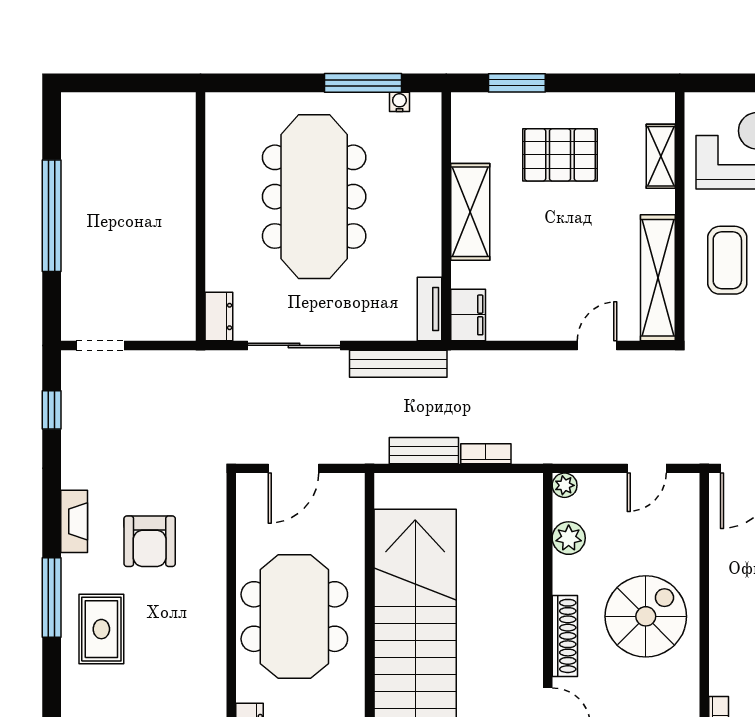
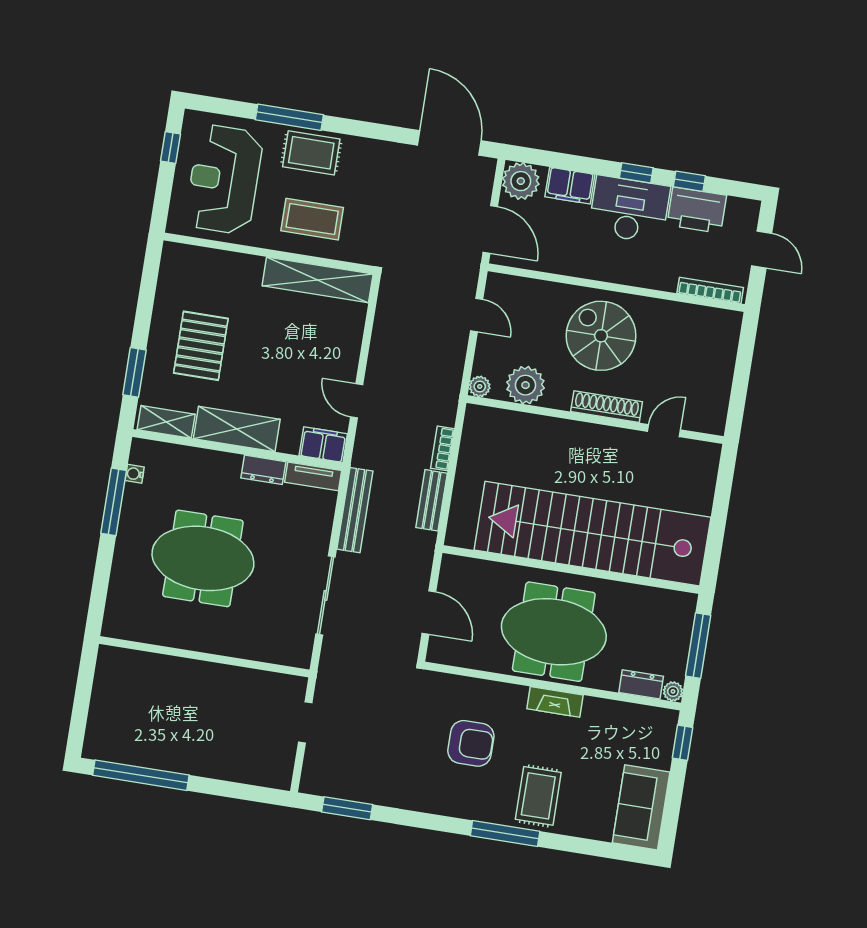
shelving: (661, 156) -> (166, 422), moved
meeting table: (314, 197) -> (203, 558), width x0.73
window: (52, 216) -> (141, 775), moved
dresser: (219, 316) -> (263, 470), moved, turned 180
doorway: (100, 345) -> (305, 722), moved
door: (597, 345) -> (357, 401), moved
window: (52, 410) -> (347, 808), width x1.50
fireplace: (74, 521) -> (555, 702), moved, turned 180
plant: (569, 538) -> (525, 385), width x1.36, depth x1.36
rug: (101, 629) -> (538, 796), turned 90

